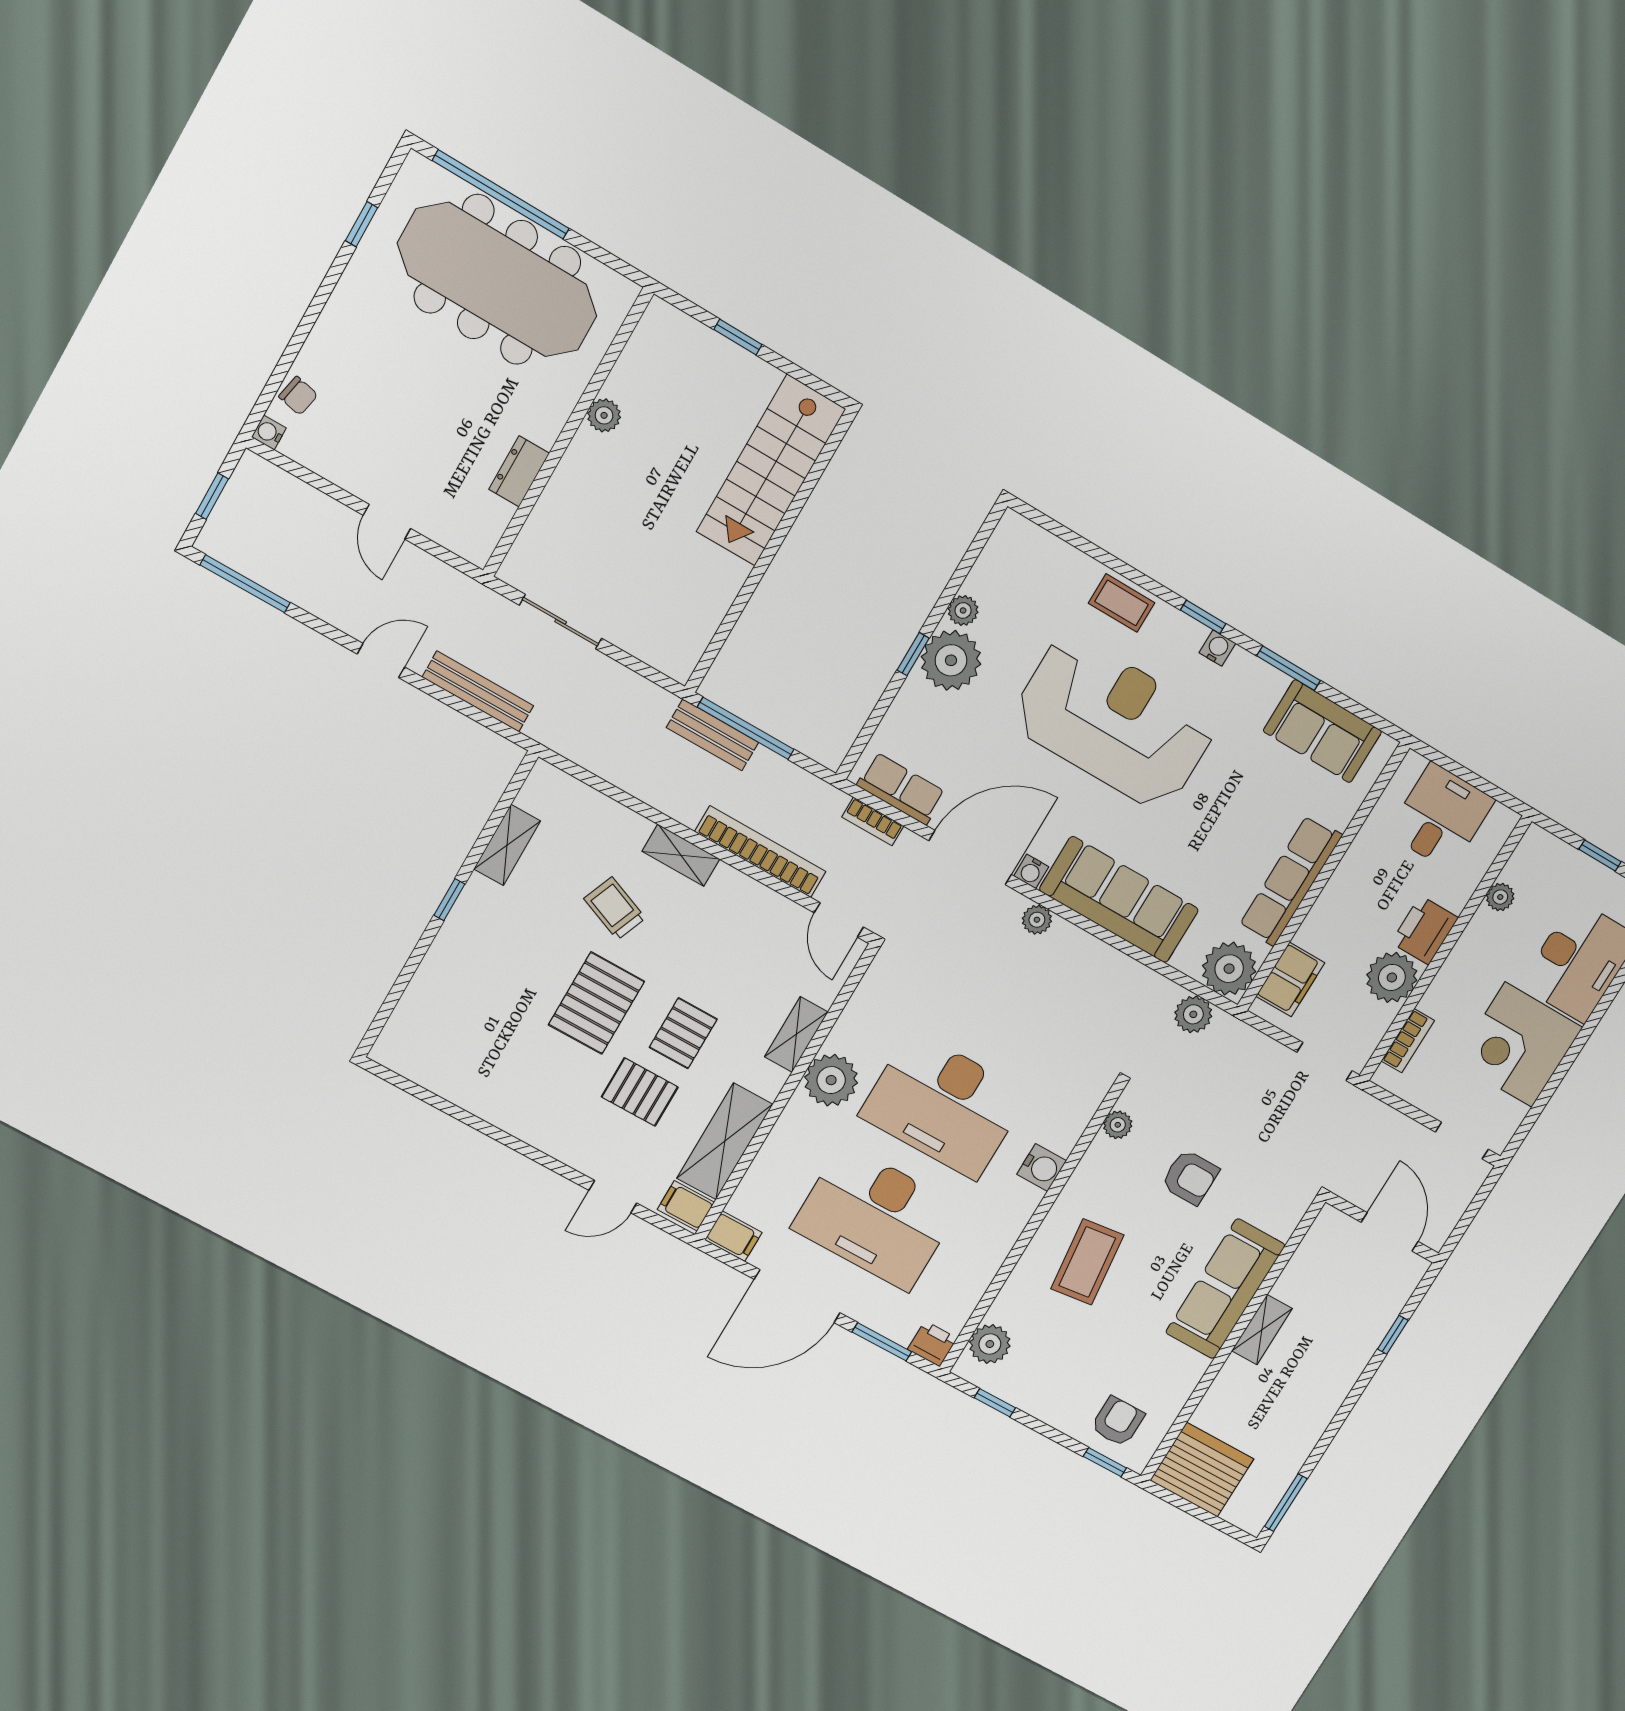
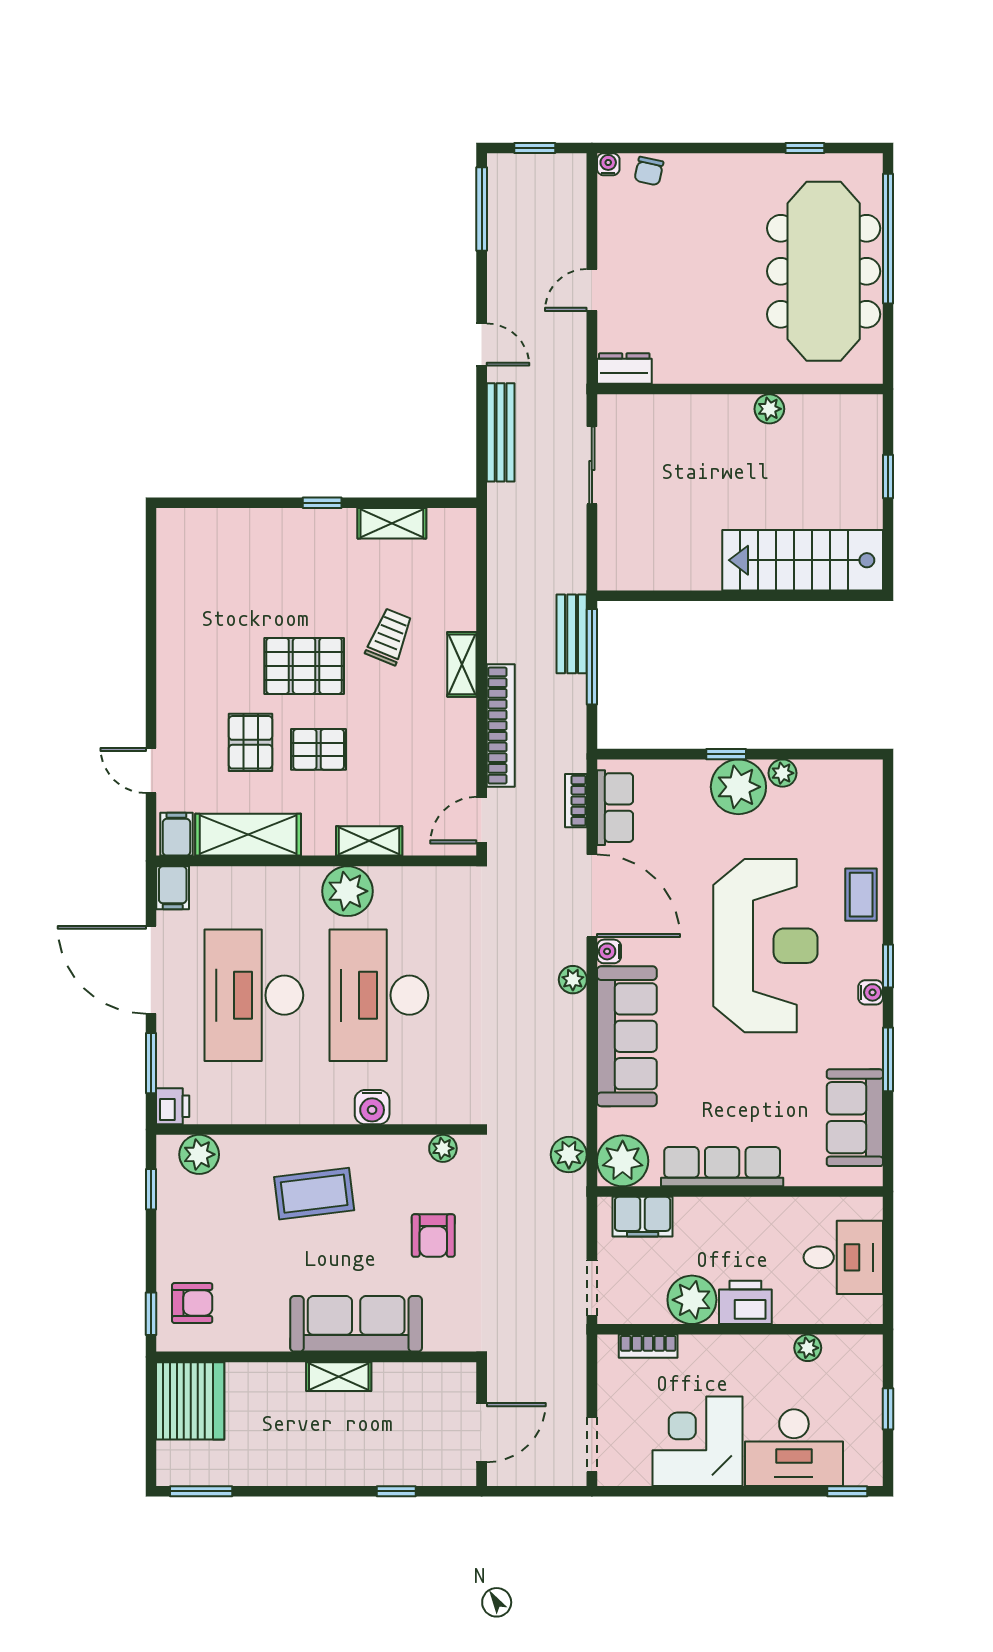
dresser: (519, 471) -> (624, 369), moved

